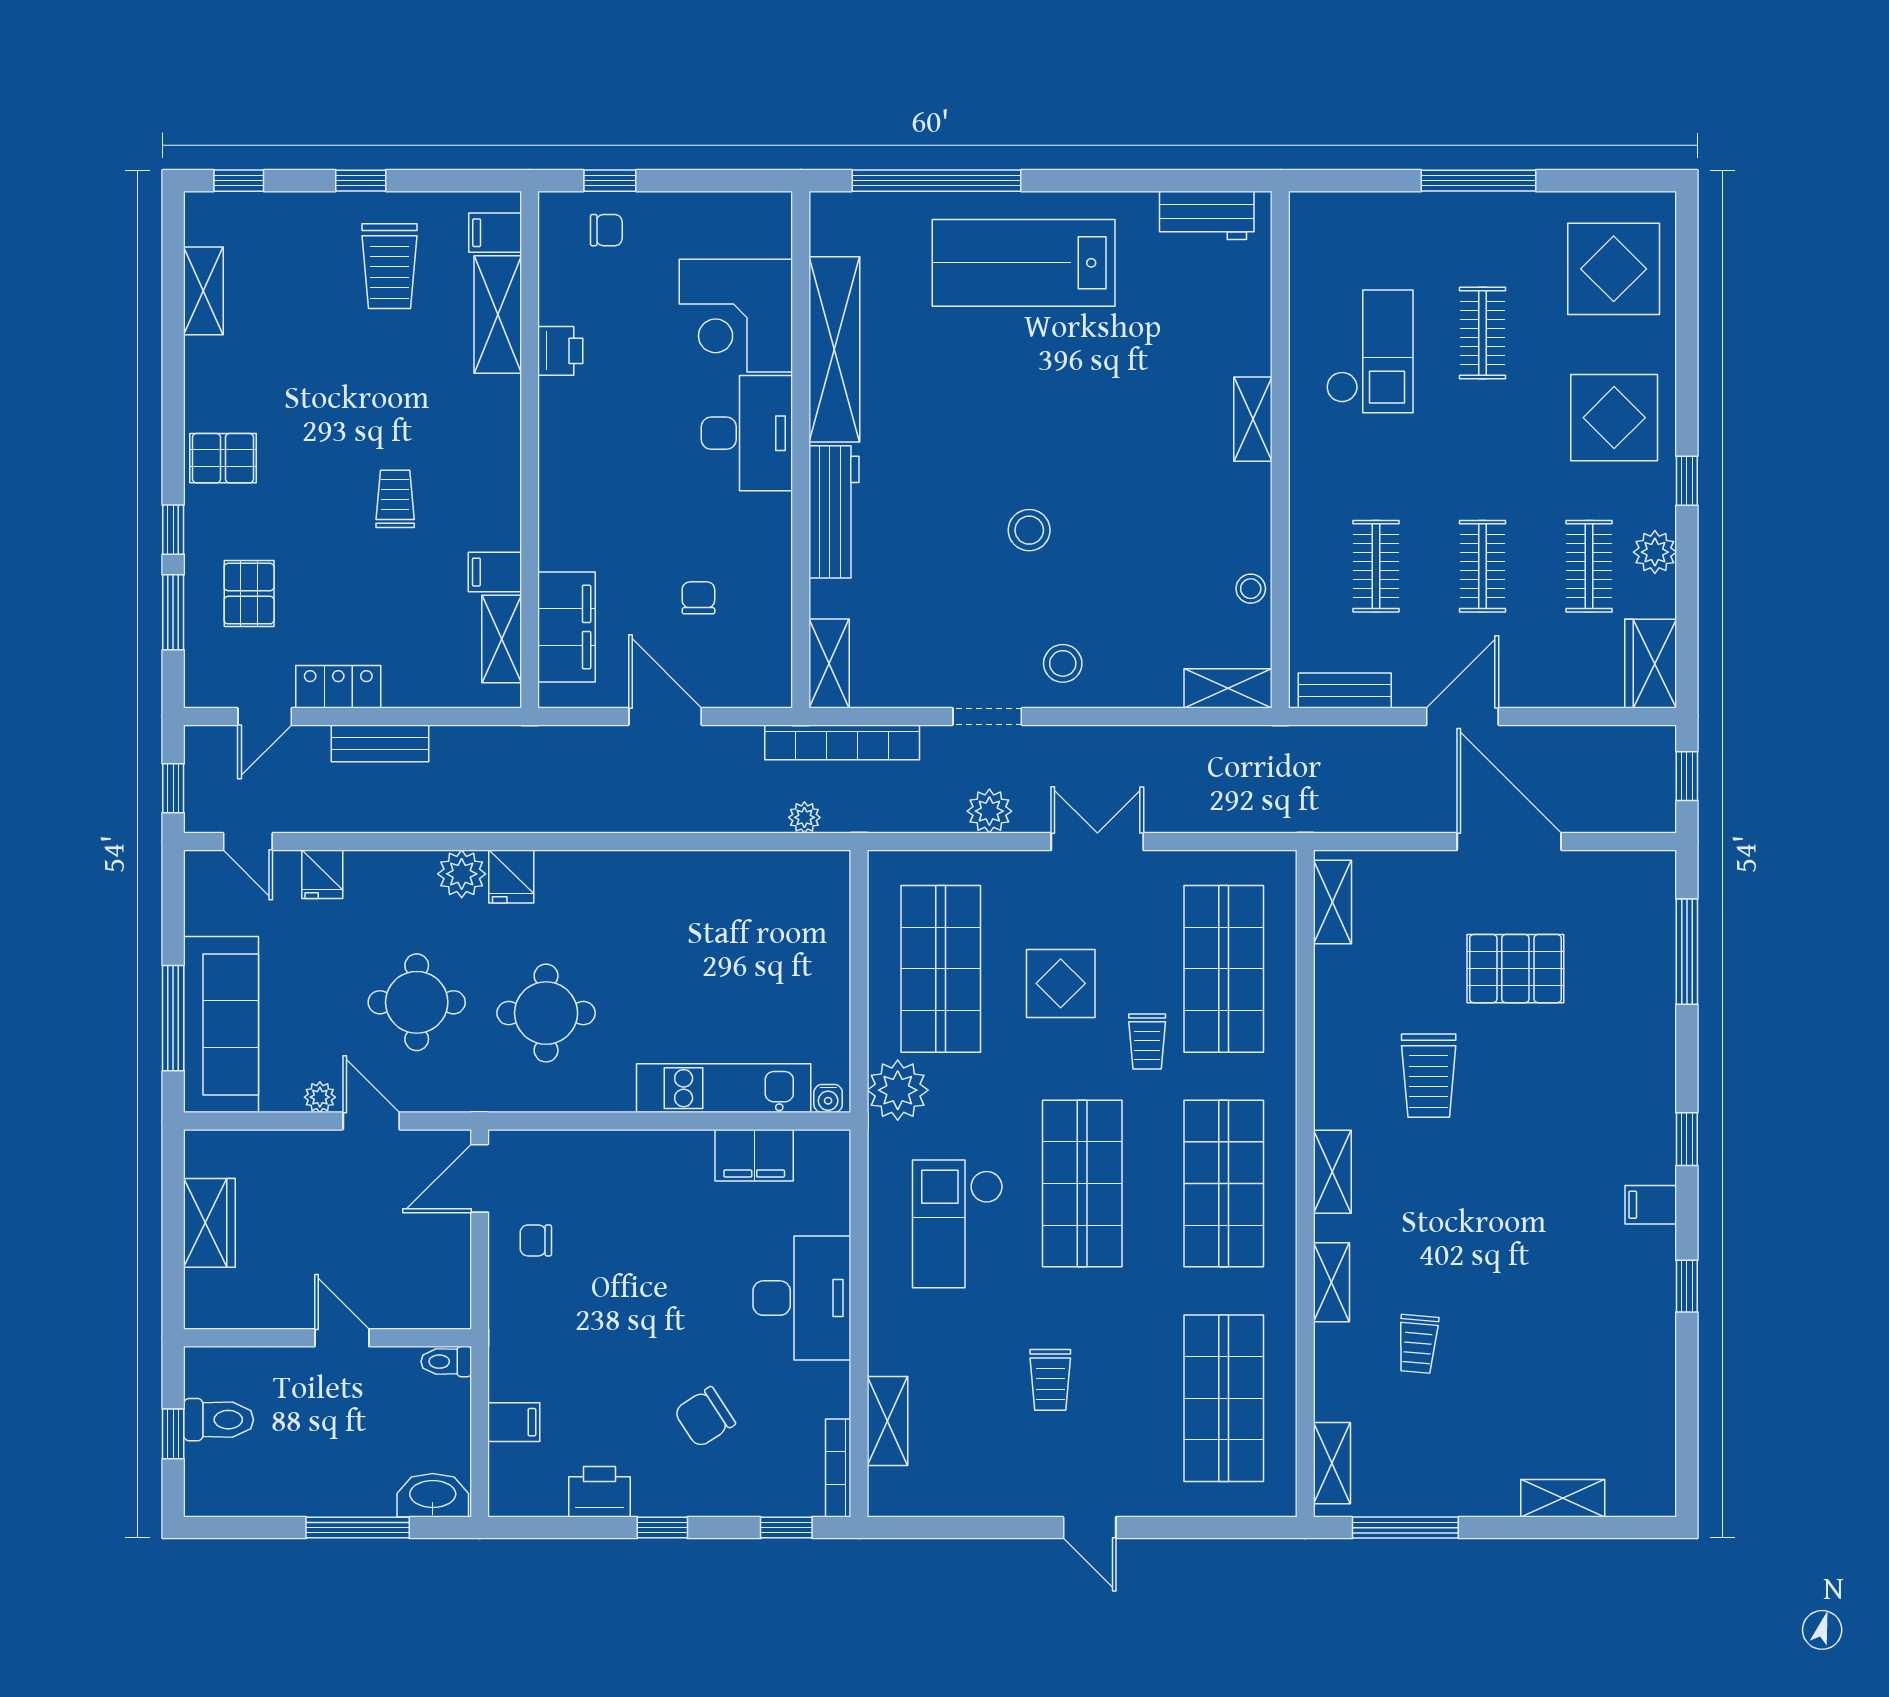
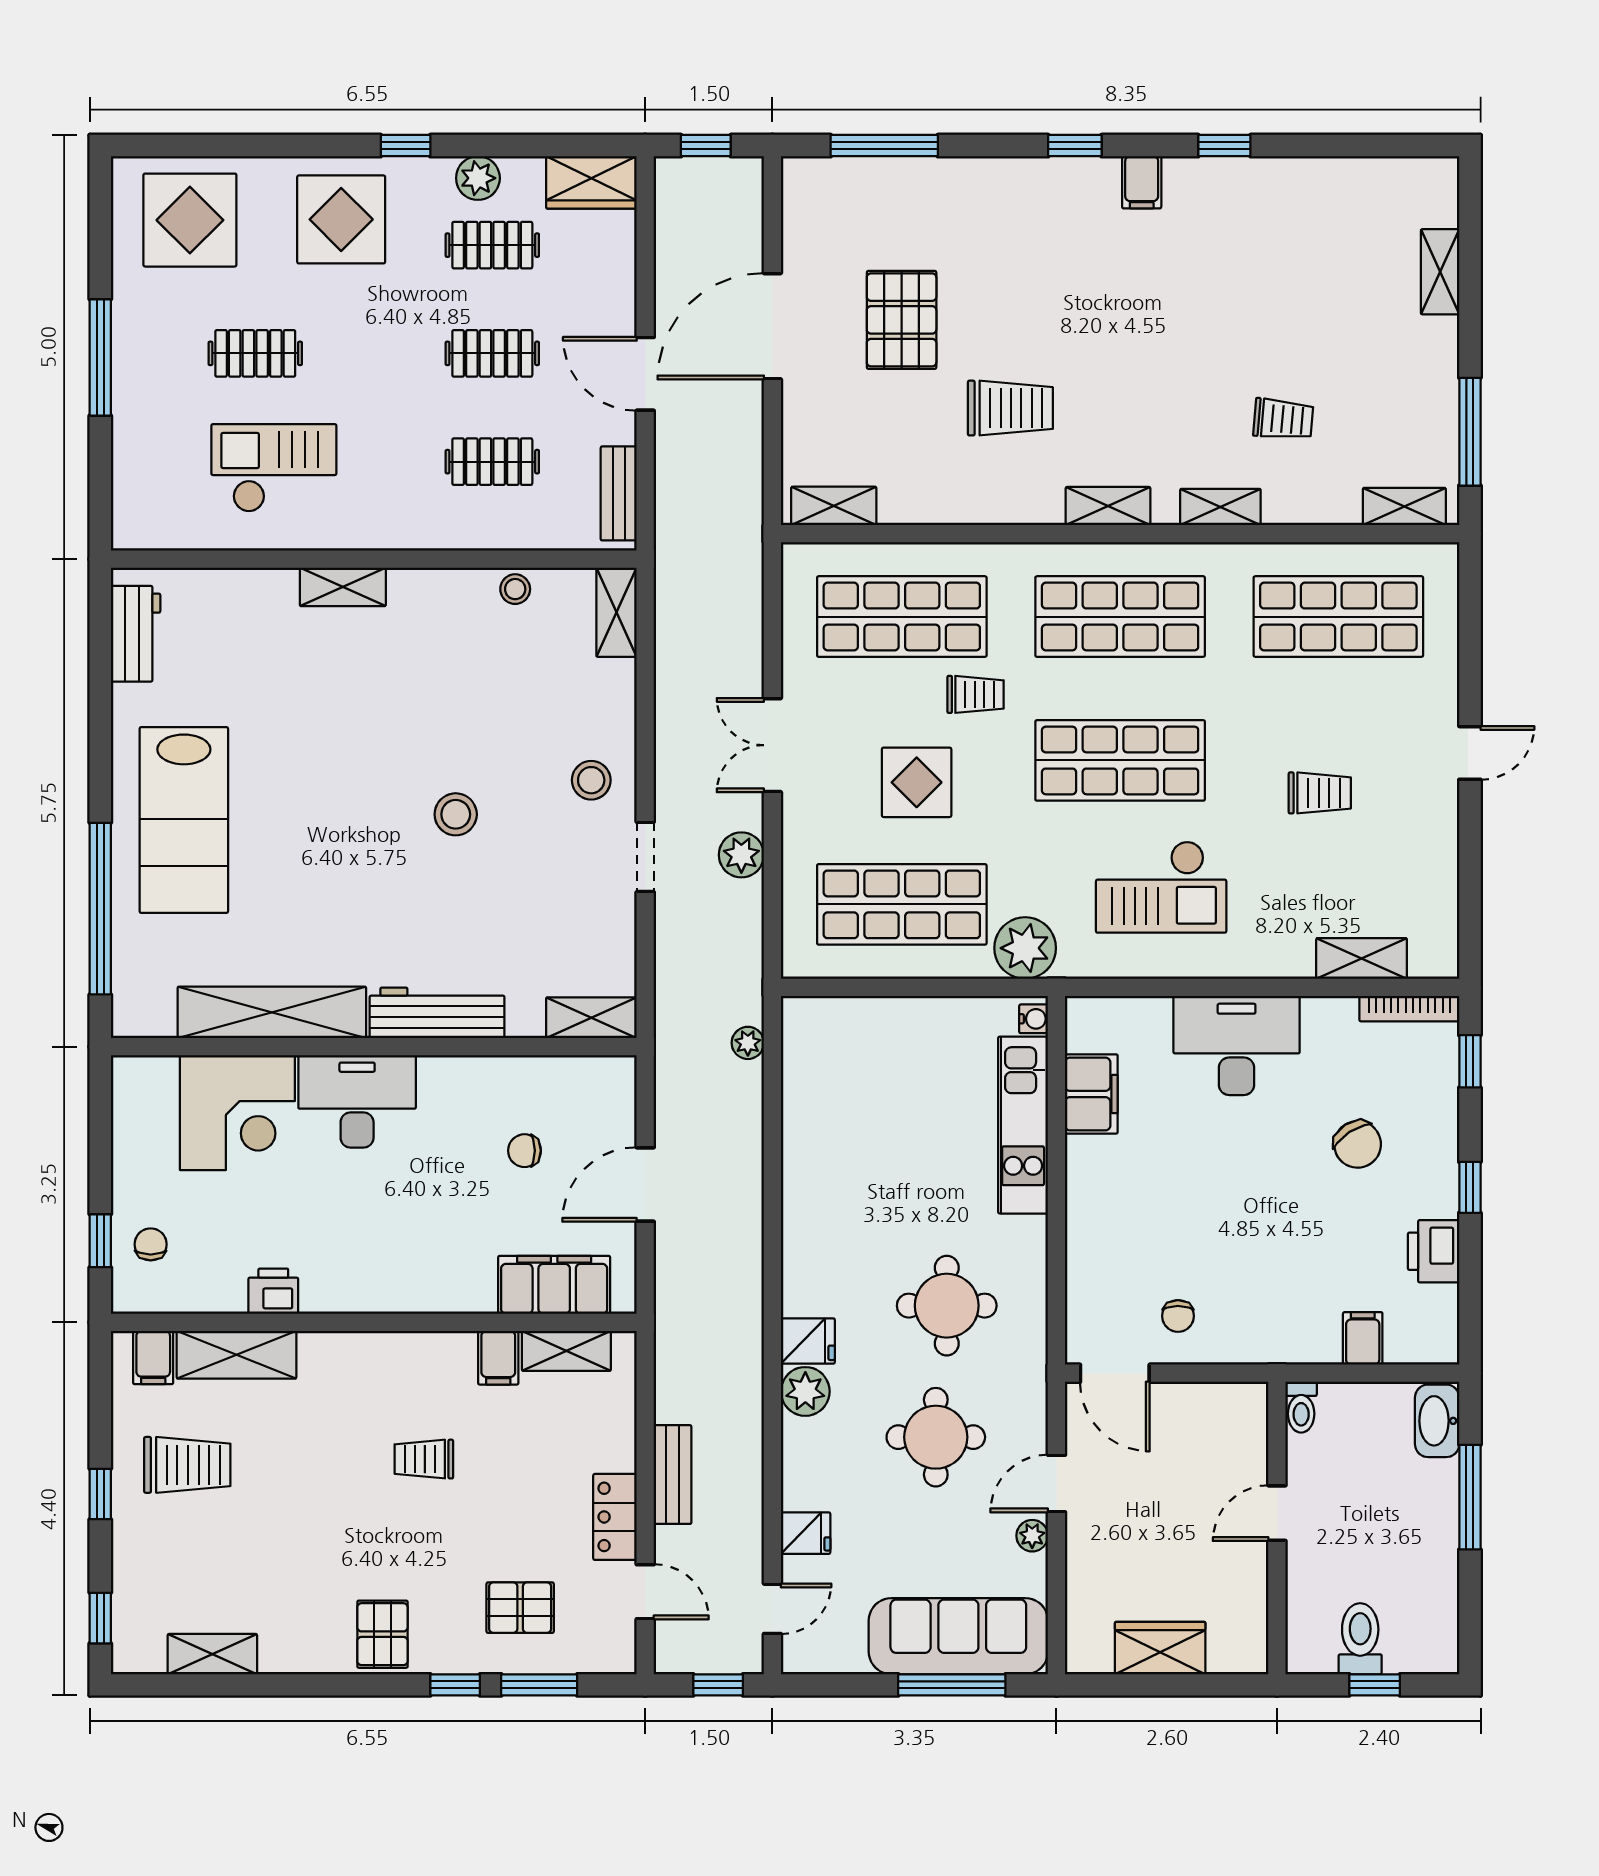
bookcase: (842, 742) -> (671, 1004), removed

